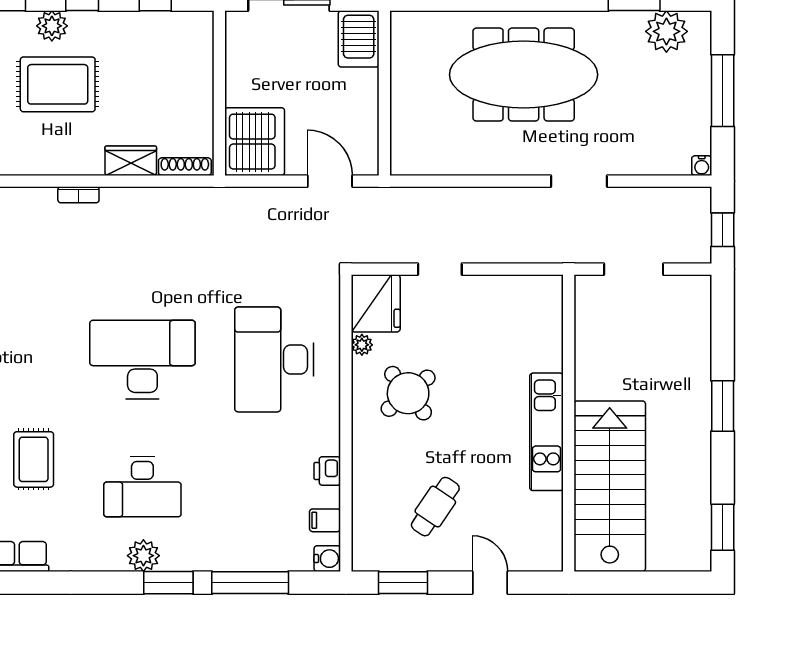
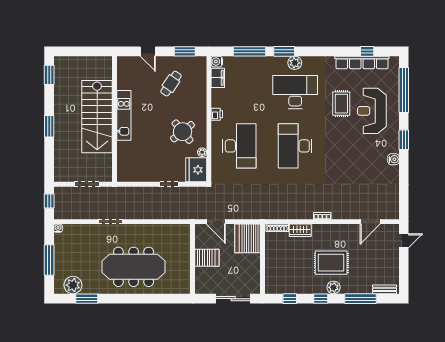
server rack: (359, 39) -> (207, 258), moved, turned 90
desk: (142, 359) -> (295, 146), turned 90
printer: (327, 471) -> (217, 114), moved
stairs: (610, 486) -> (97, 117), moved
desk: (142, 487) -> (295, 92), width x1.36, depth x1.30
filing cabinet: (325, 520) -> (218, 78), width x2.00

